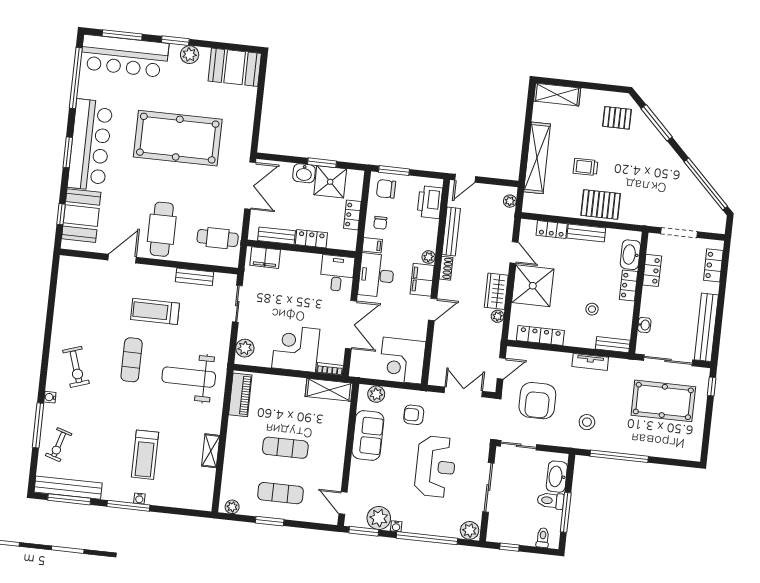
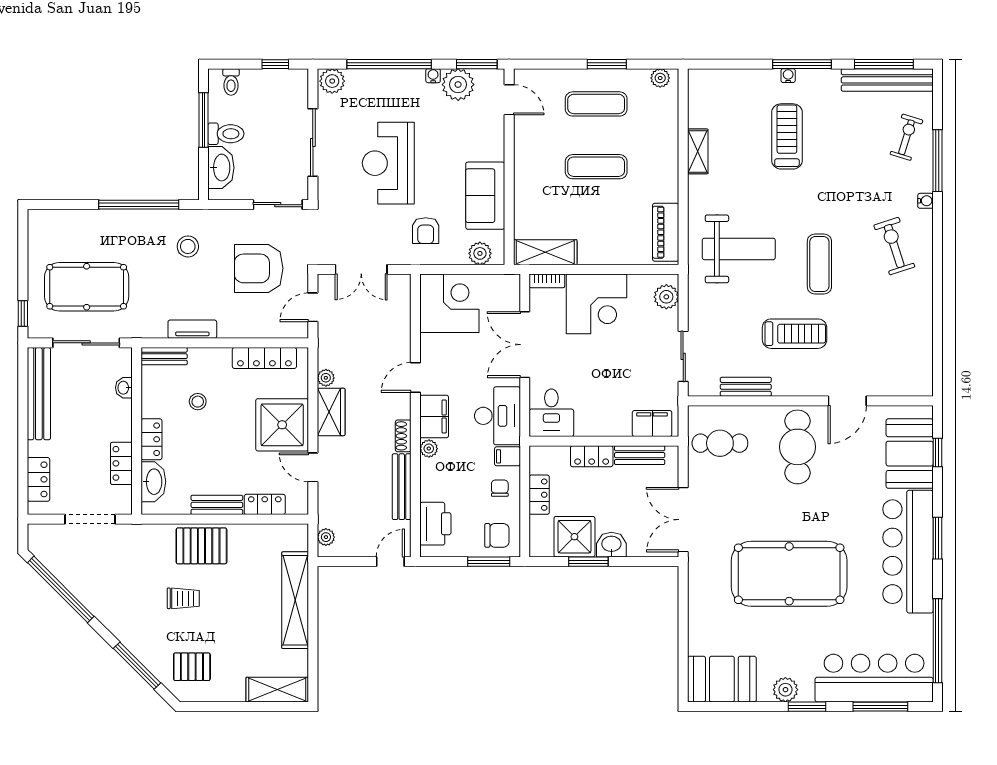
trolley: (585, 167) -> (183, 598), moved
armchair: (537, 401) -> (259, 268), turned -90
armchair: (414, 415) -> (426, 231), turned 90

